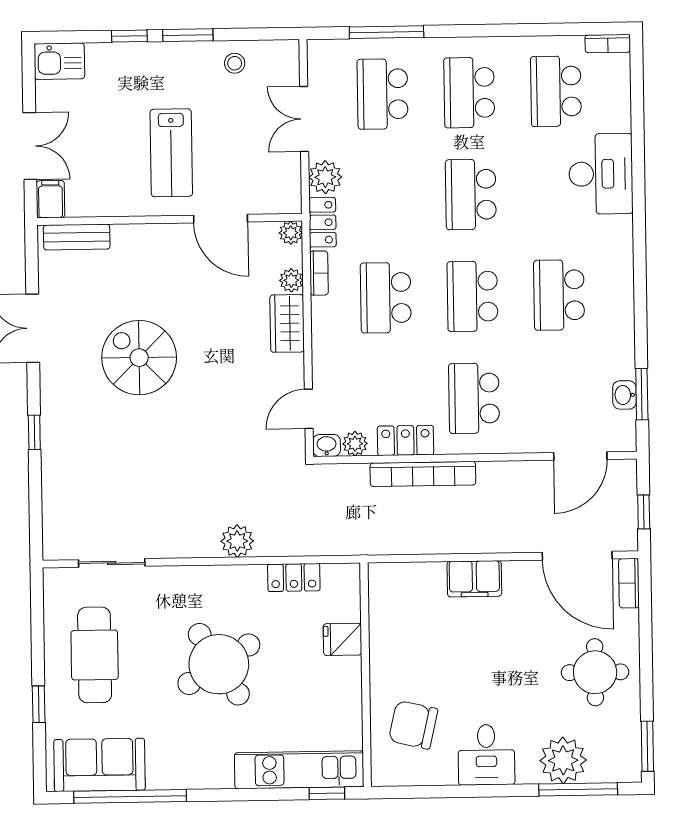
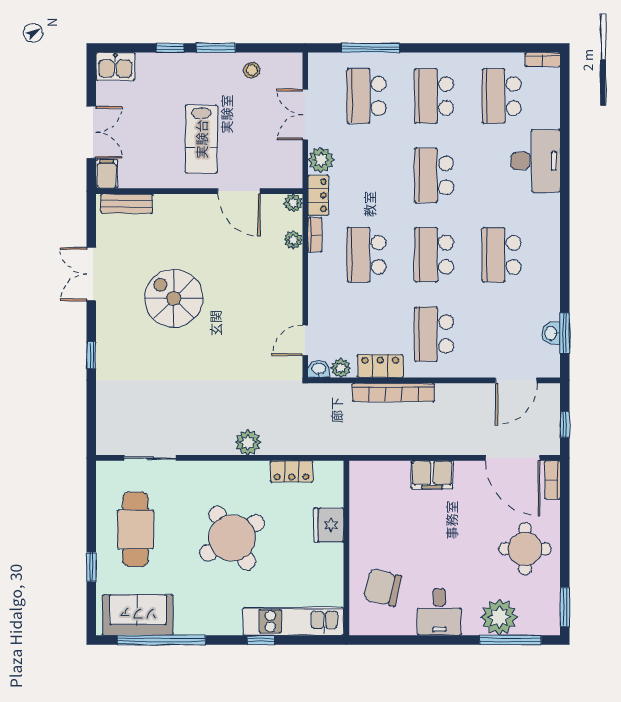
wardrobe: (287, 323) -> (289, 273), removed
fridge: (343, 639) -> (329, 525), width x1.38
window: (327, 793) -> (261, 640), moved

